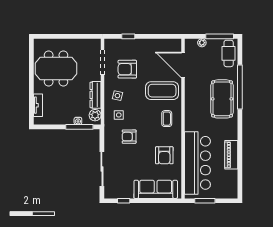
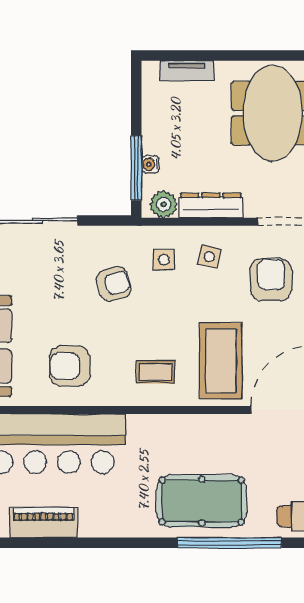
armchair: (129, 137) -> (114, 284), turned 74
piano: (231, 155) -> (44, 523), moved

